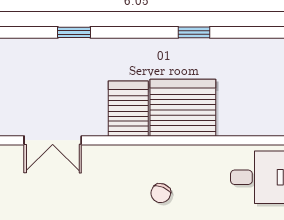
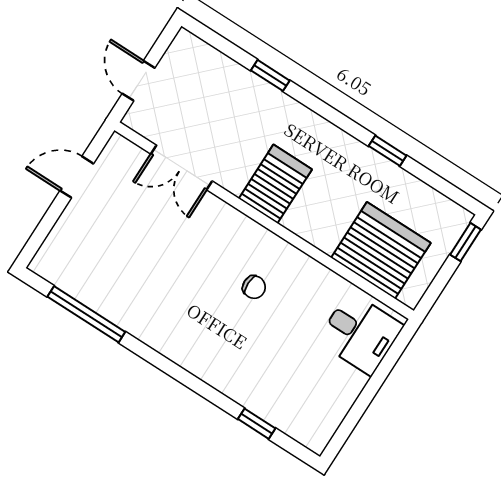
server rack: (183, 108) -> (381, 250), moved
chair: (161, 193) -> (254, 287), turned -112

